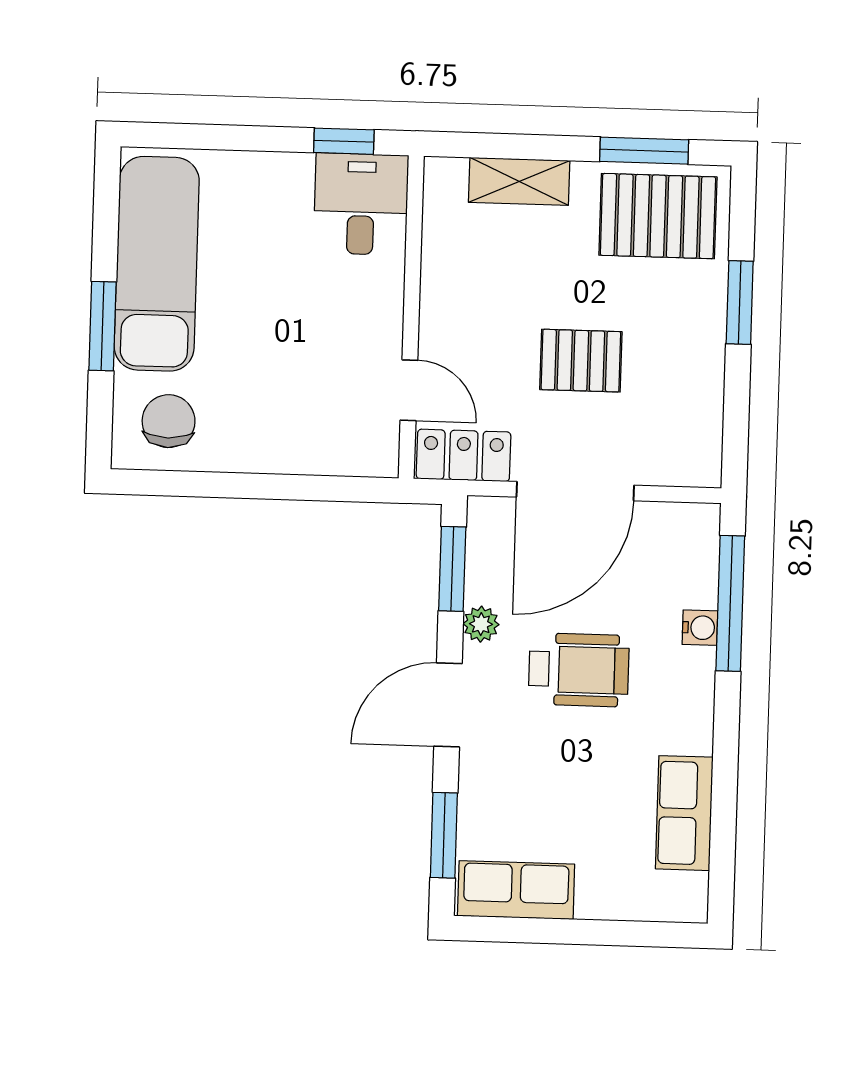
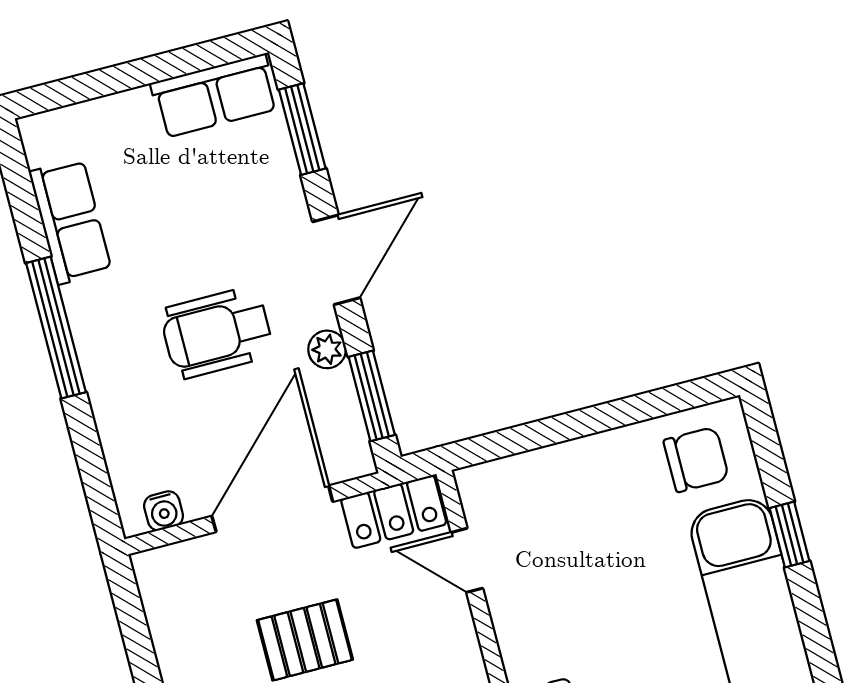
window: (102, 326) -> (790, 534), width x0.67
chair: (169, 421) -> (696, 460), turned -90
window: (730, 603) -> (56, 328), moved
water cooler: (700, 628) -> (164, 511), moved, turned -90

